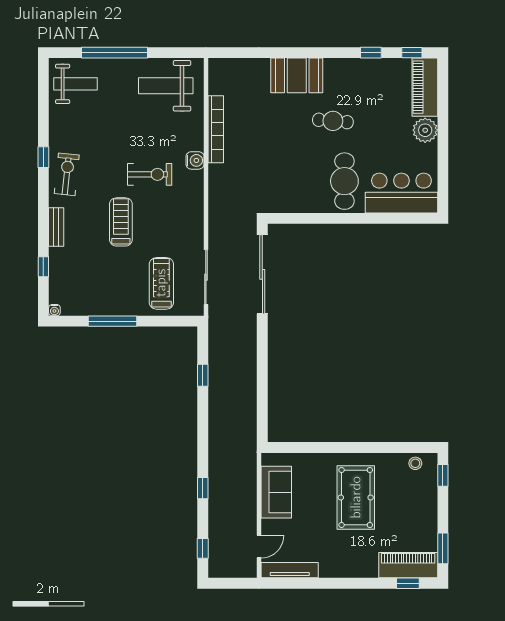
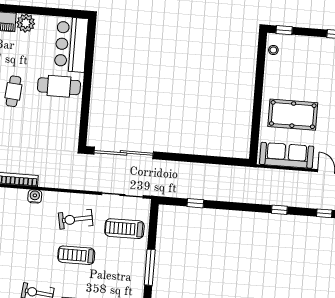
exercise bike: (150, 174) -> (76, 219), moved, turned -101
sofa: (276, 492) -> (287, 155), width x1.36
pool table: (356, 497) -> (293, 115), moved

